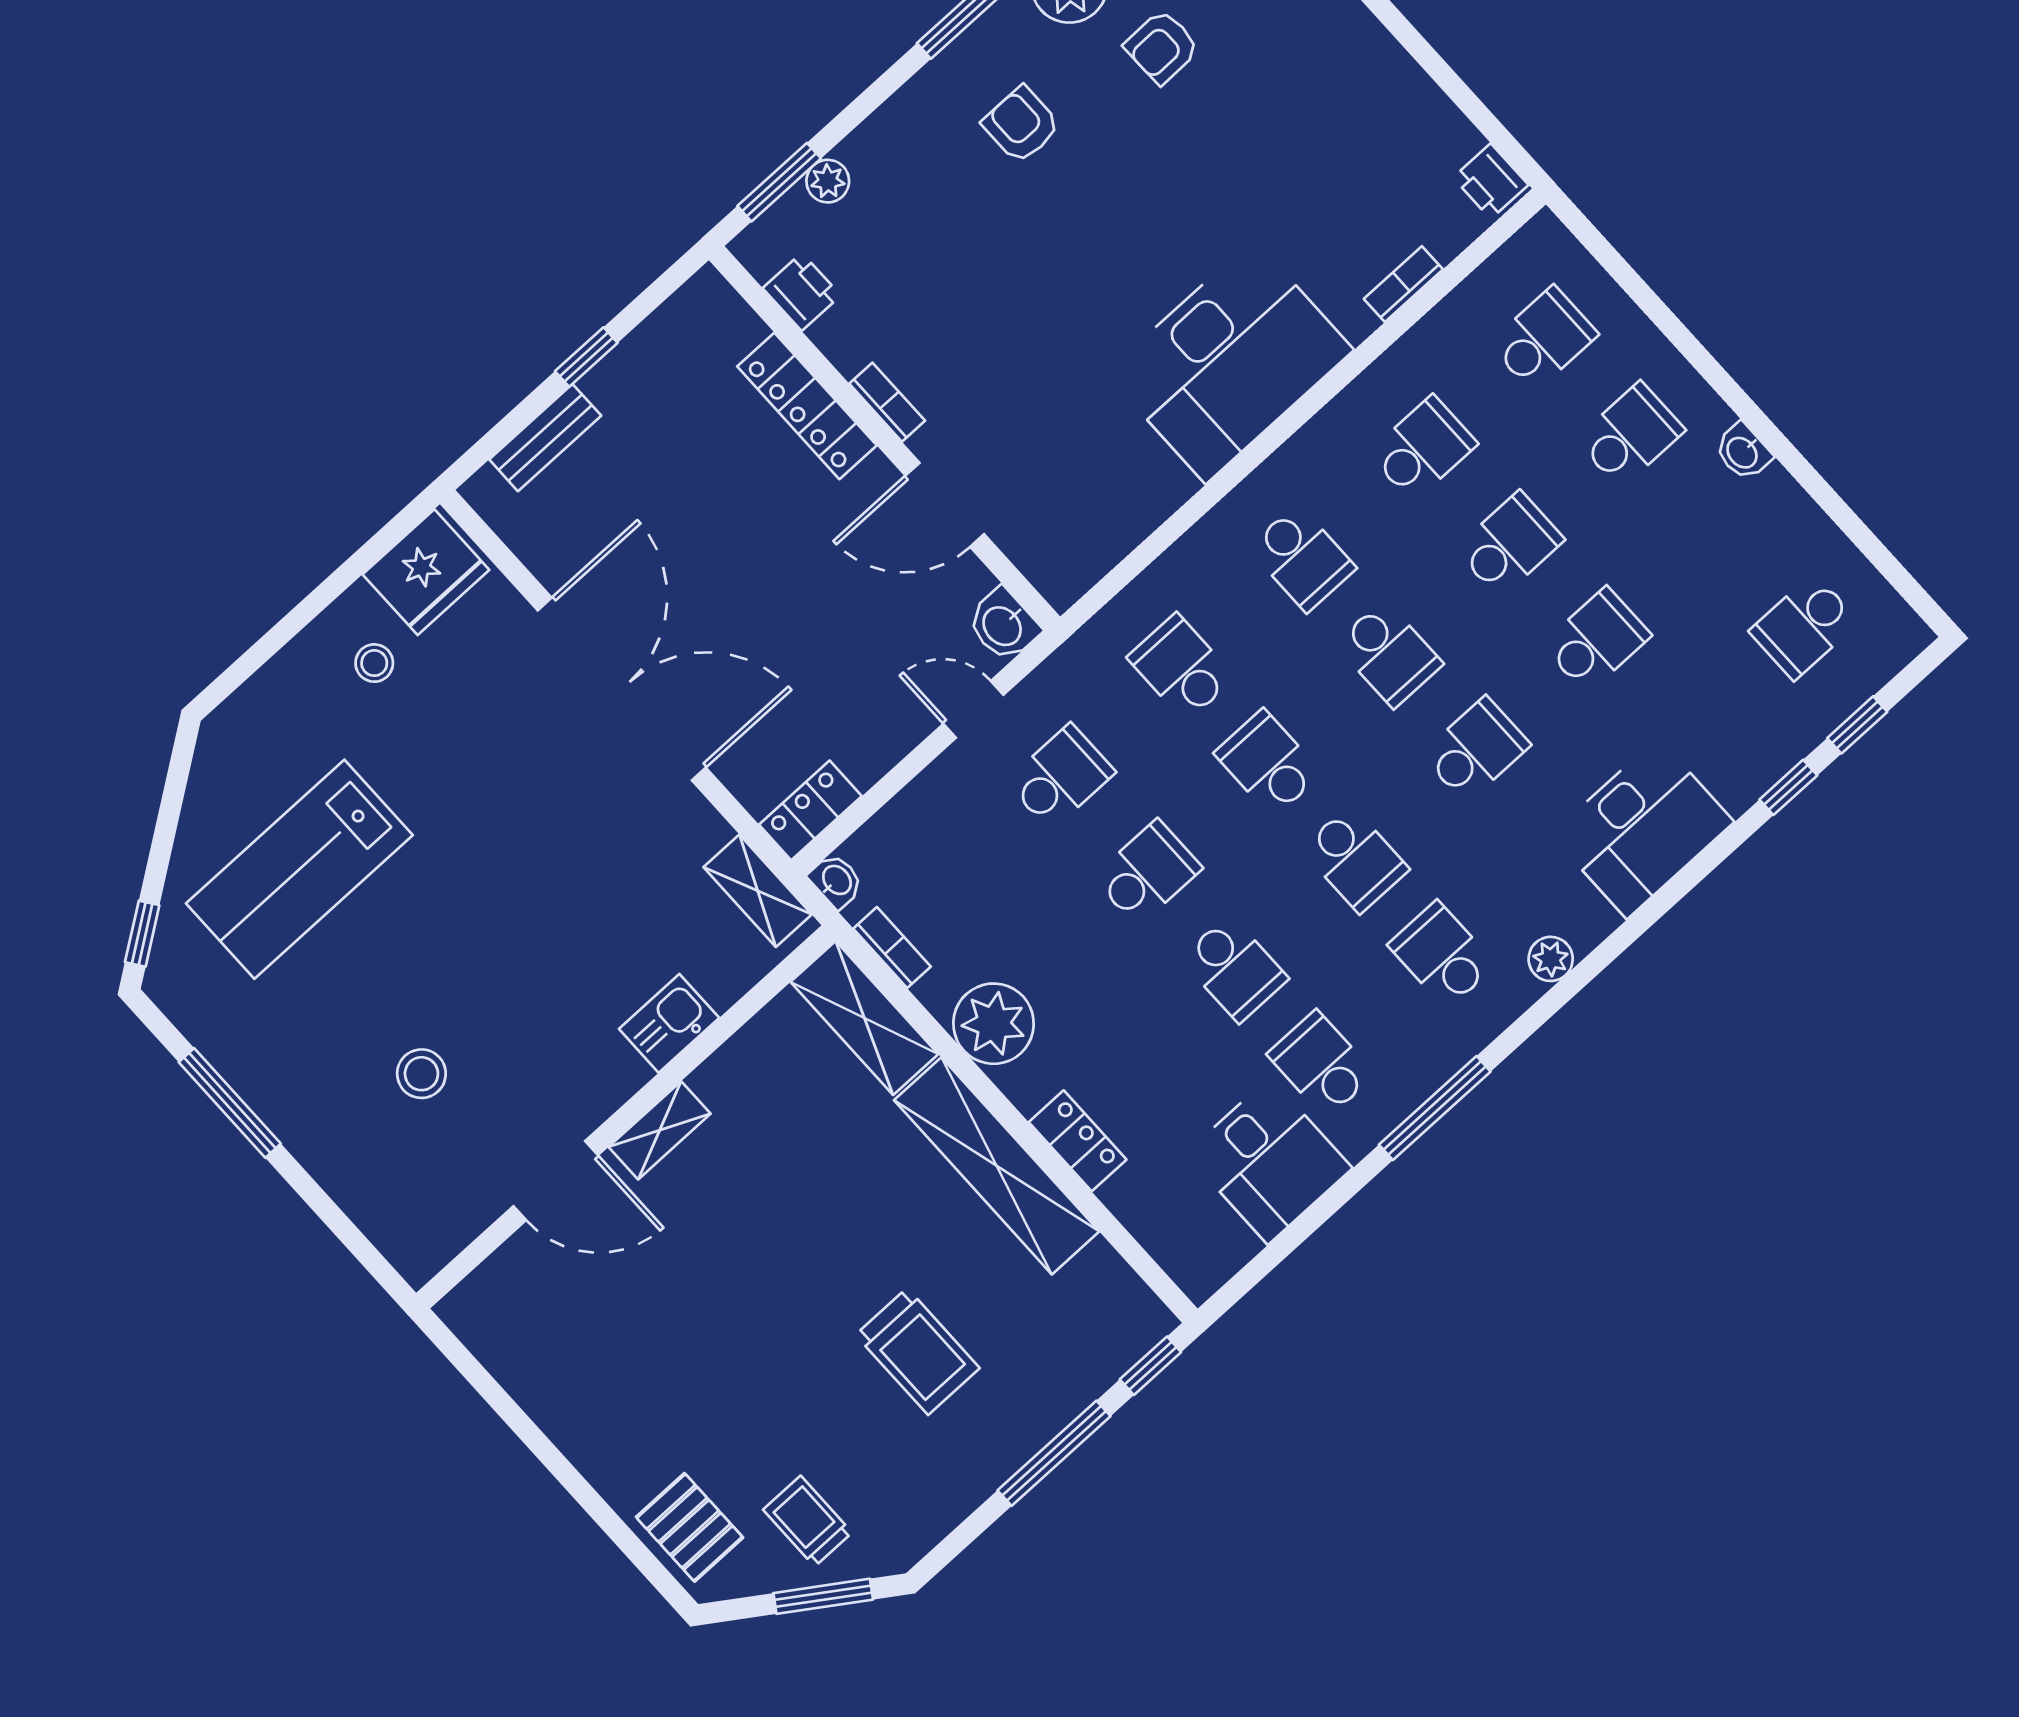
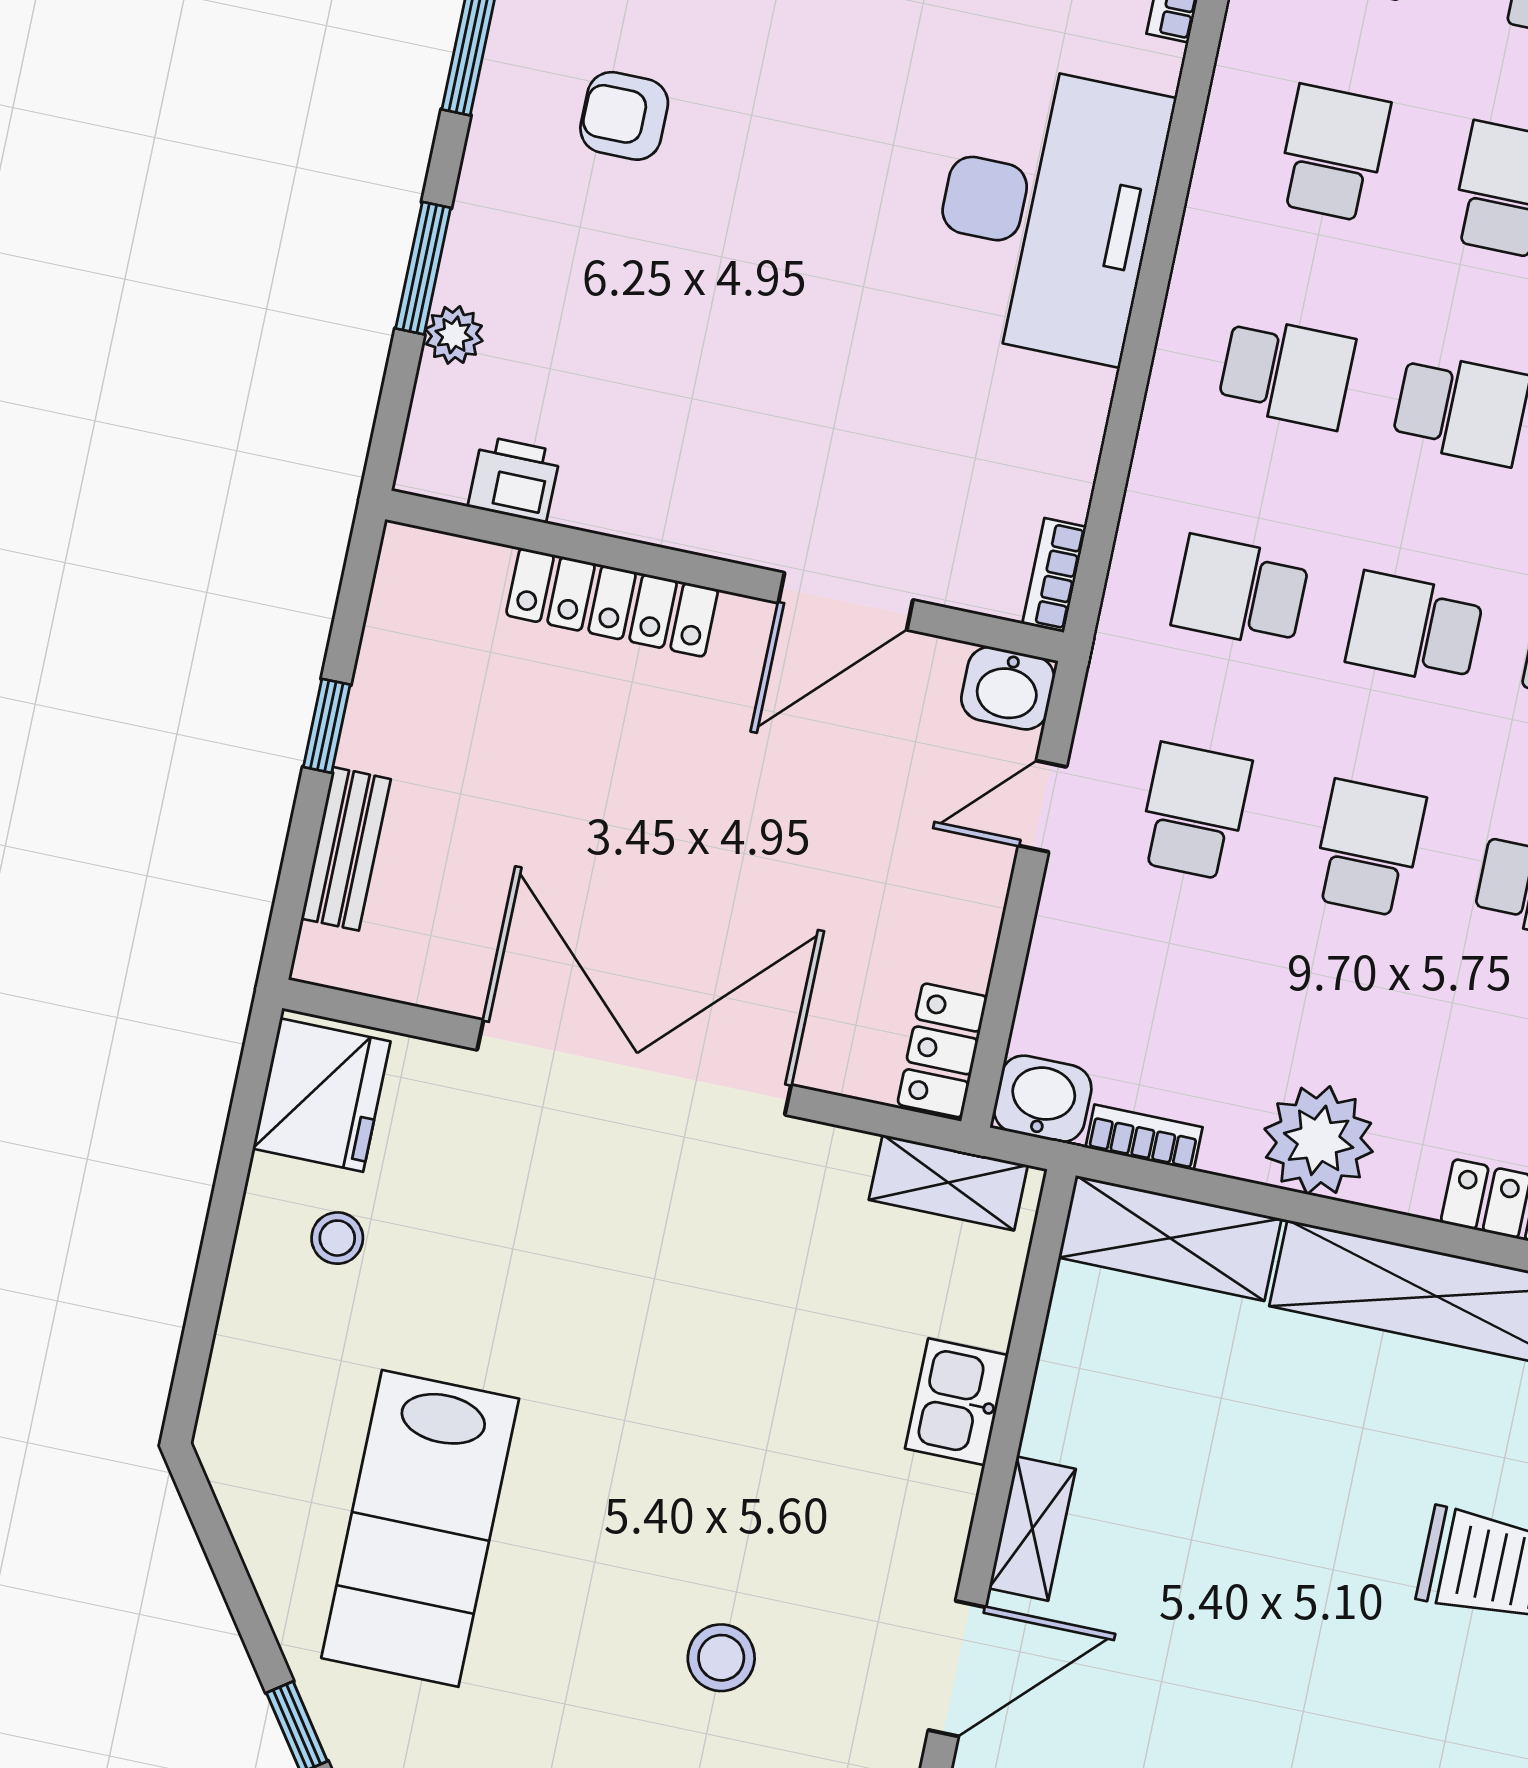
window: (779, 182) -> (423, 268), moved
bookcase: (887, 402) -> (1054, 575), moved, turned -90
washbasin: (836, 881) -> (1043, 1099), width x1.38, depth x1.45

